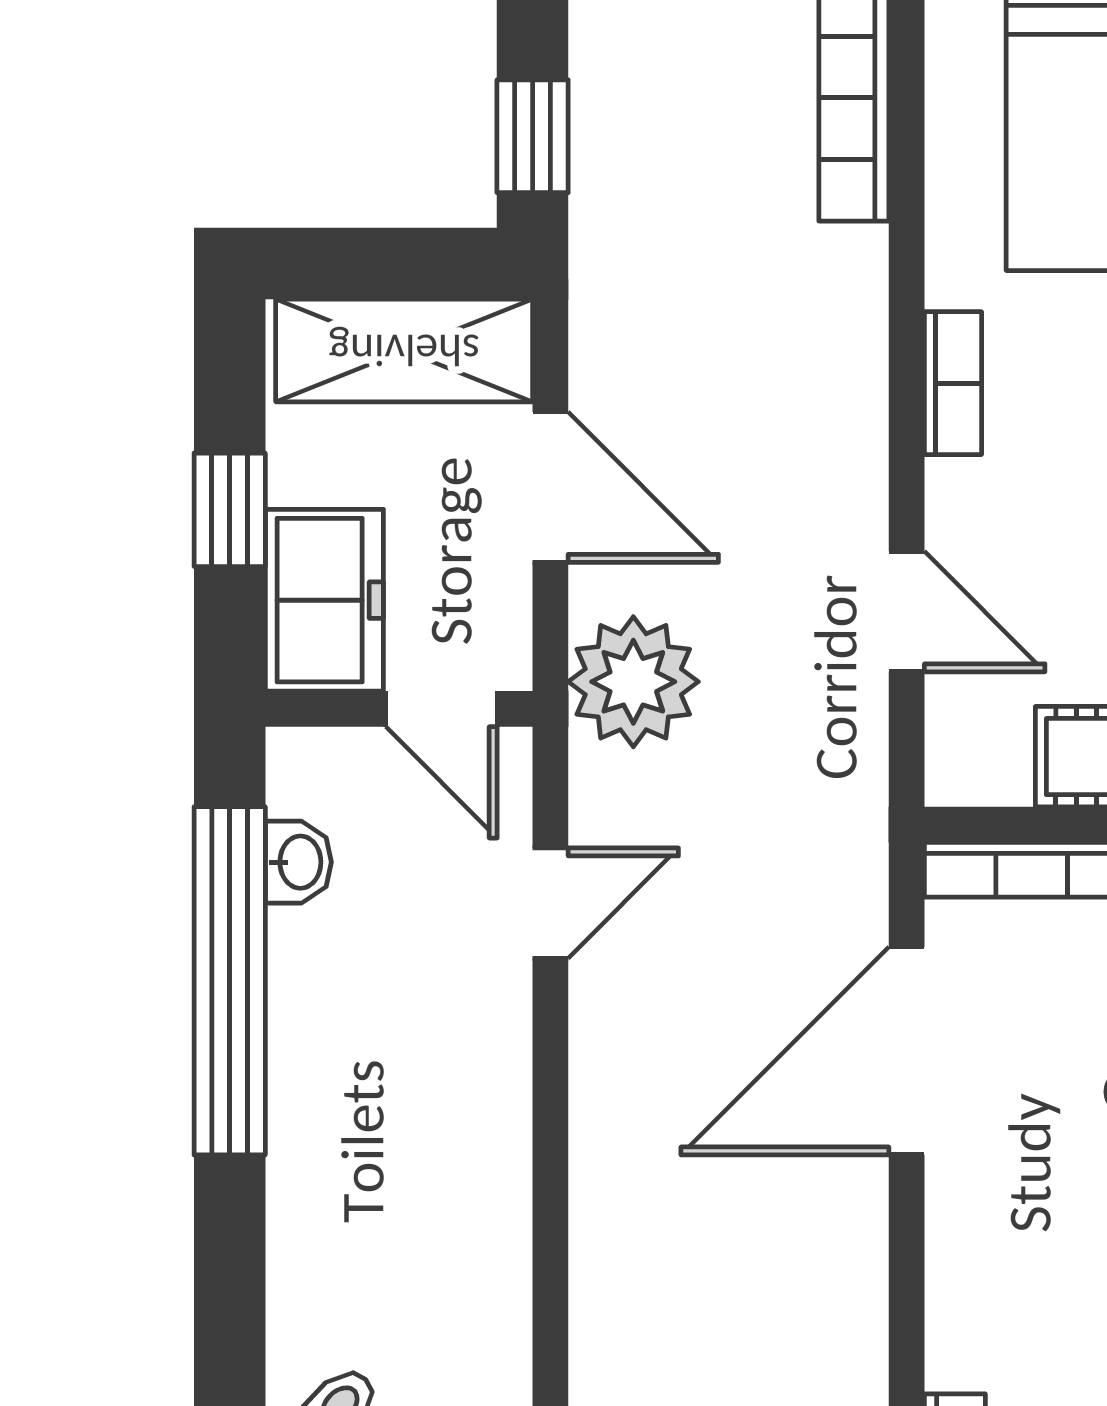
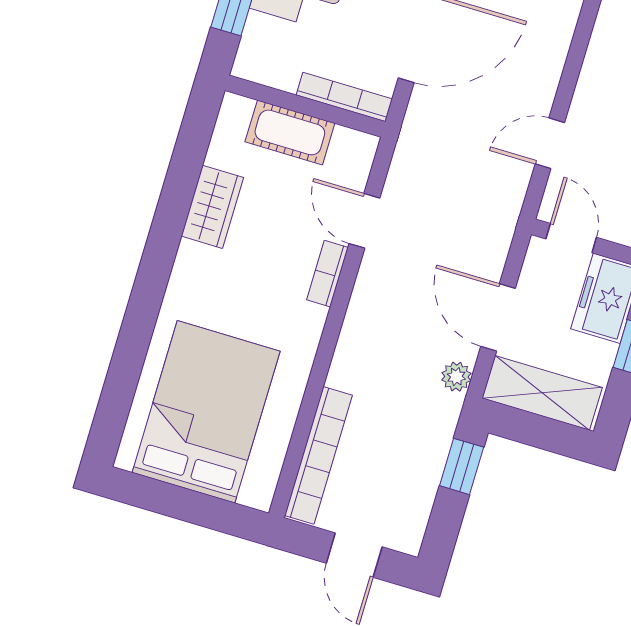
bookcase: (953, 383) -> (327, 274), moved
plant: (633, 682) -> (456, 377), moved, width x0.53, depth x0.53

